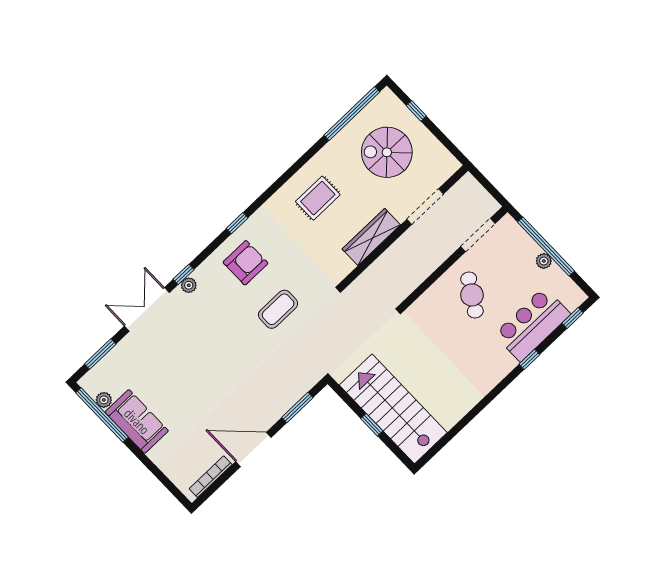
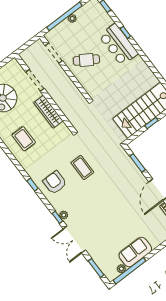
bar counter: (532, 324) -> (118, 45), moved

